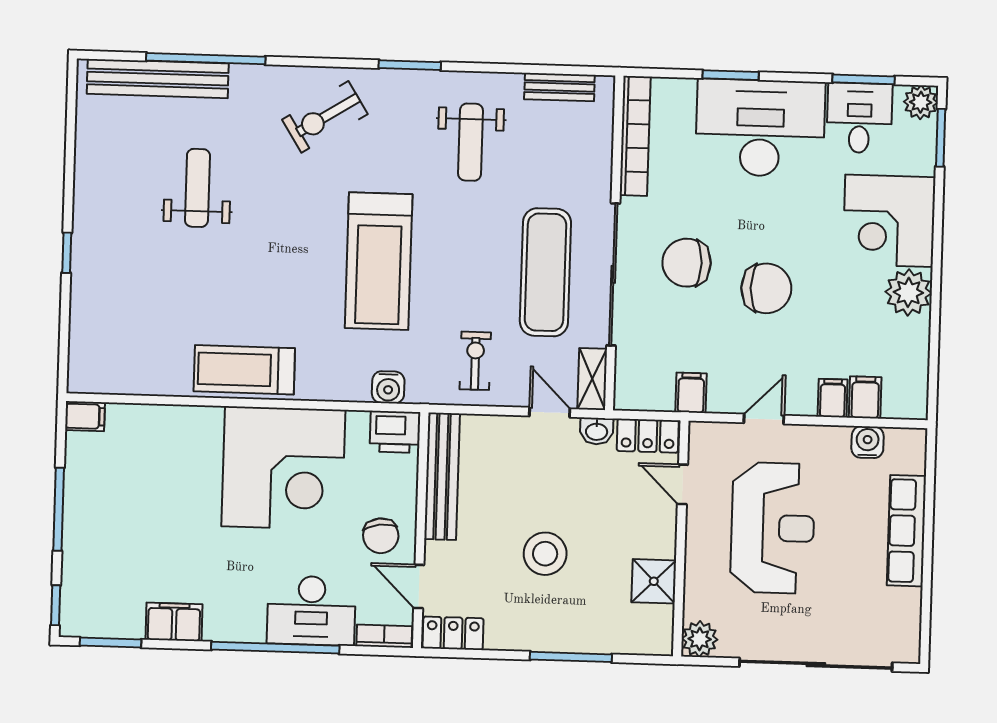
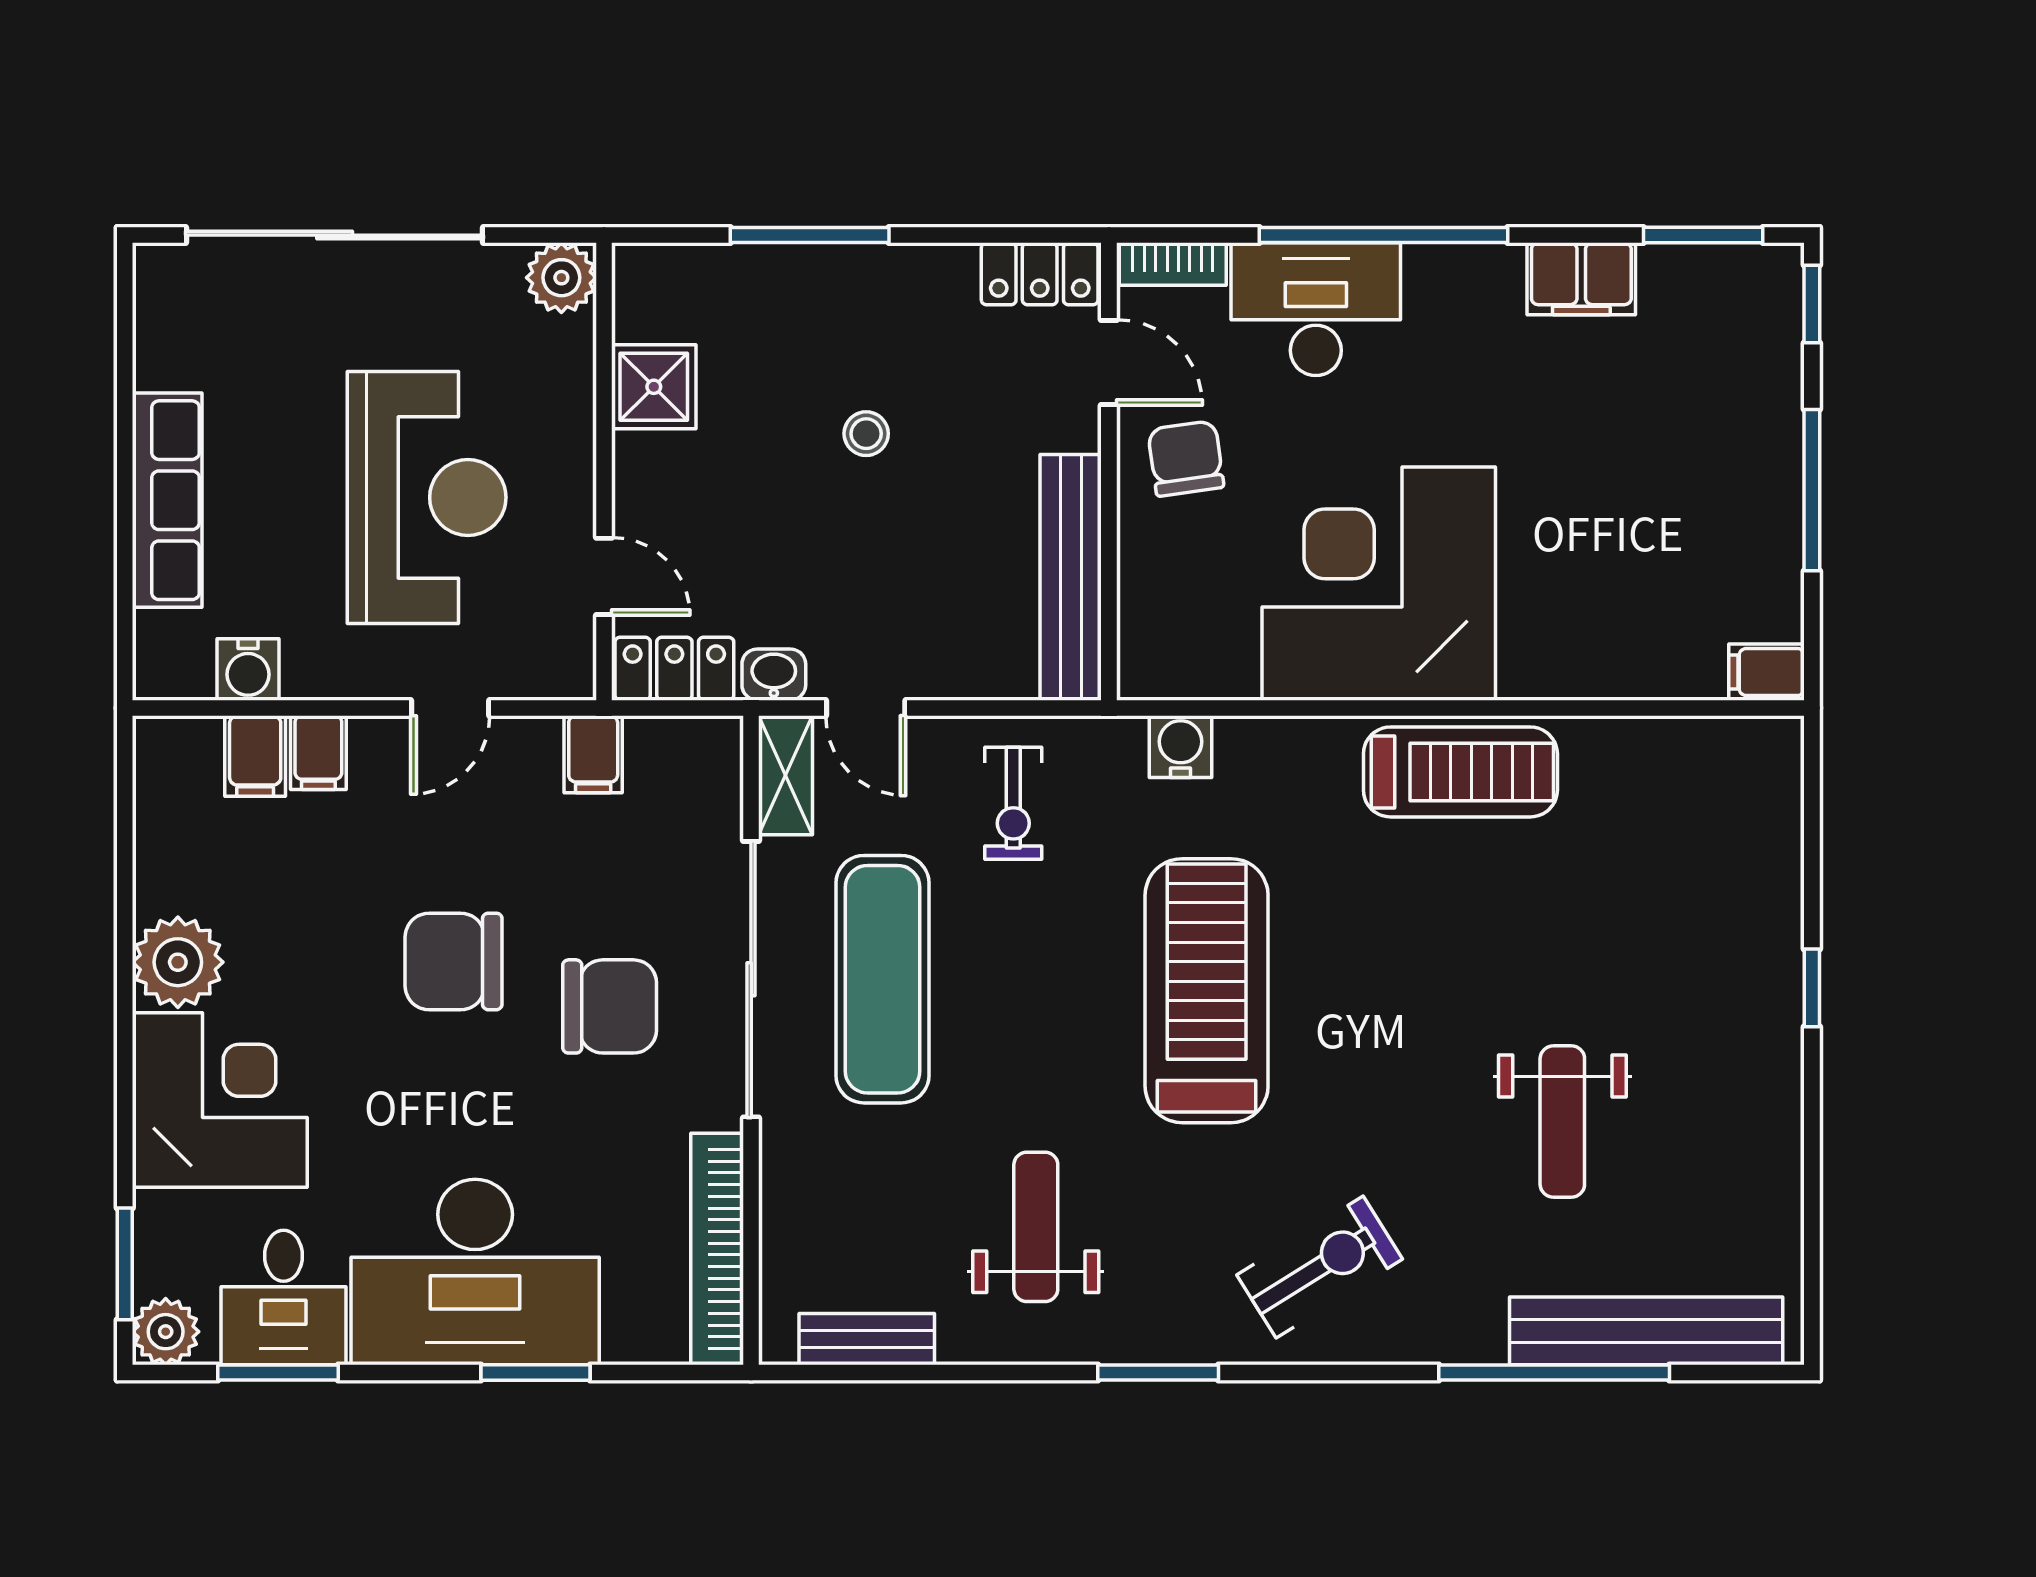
printer: (395, 432) -> (1165, 661), removed
reception desk: (773, 528) -> (427, 497), turned 180
stool: (545, 554) -> (866, 434), width x0.53, depth x0.53

